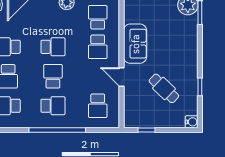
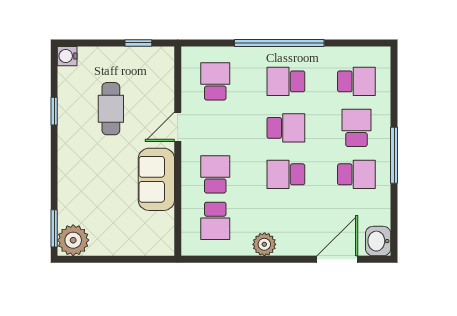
school desk: (53, 76) -> (286, 128), turned -90
door: (122, 77) -> (178, 127), swing flipped
cafe table: (164, 88) -> (111, 109), turned 46

